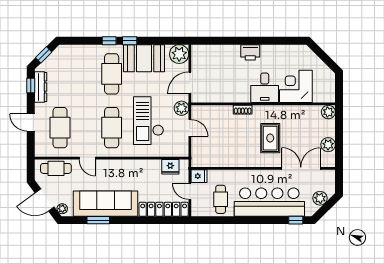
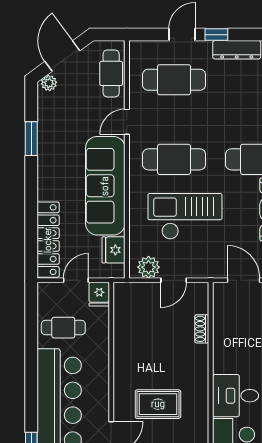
window: (31, 85) -> (216, 35), moved
plant: (181, 108) -> (149, 267), moved
shoe rack: (243, 110) -> (202, 329), moved
sofa: (105, 204) -> (105, 186), moved, turned 180

